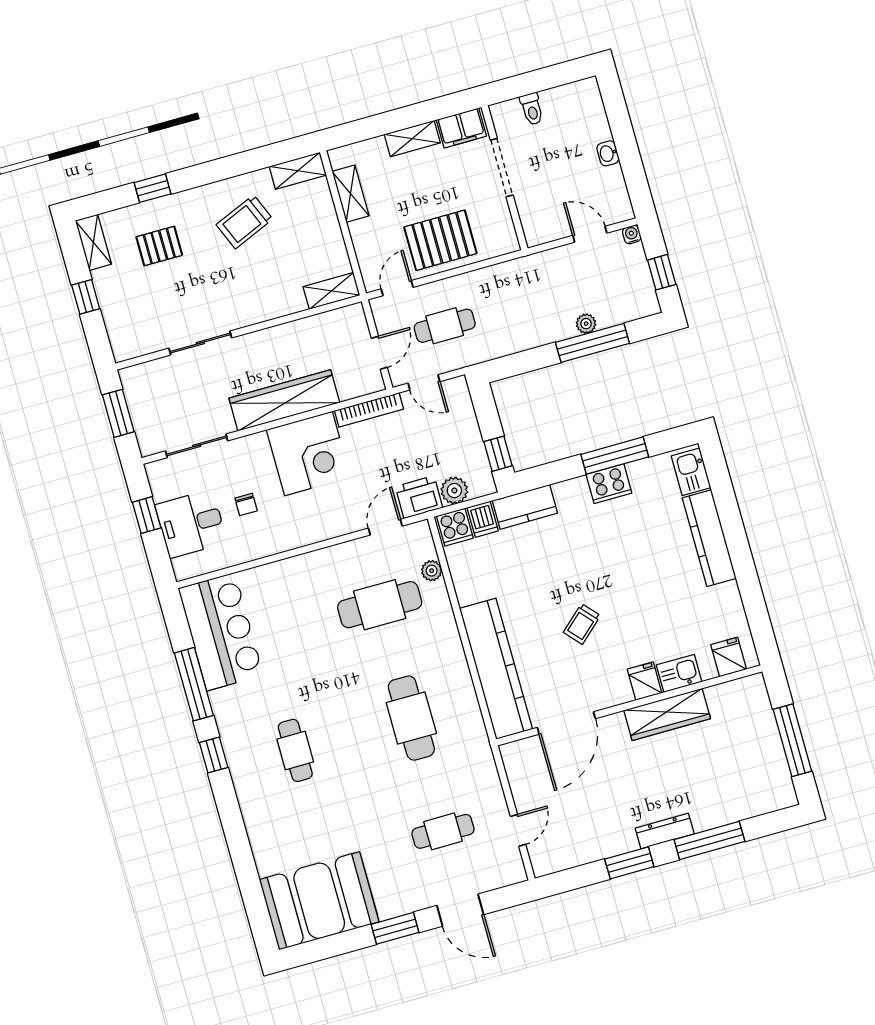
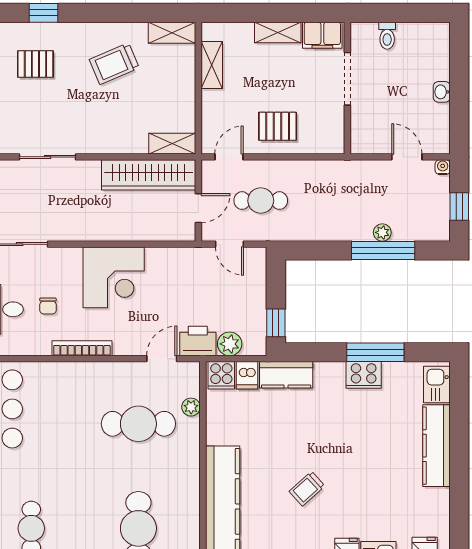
pallet: (440, 240) -> (278, 126), width x0.67, depth x0.71
wardrobe: (284, 400) -> (149, 175), moved, turned 180
bookcase: (369, 410) -> (82, 348), moved, turned 180

